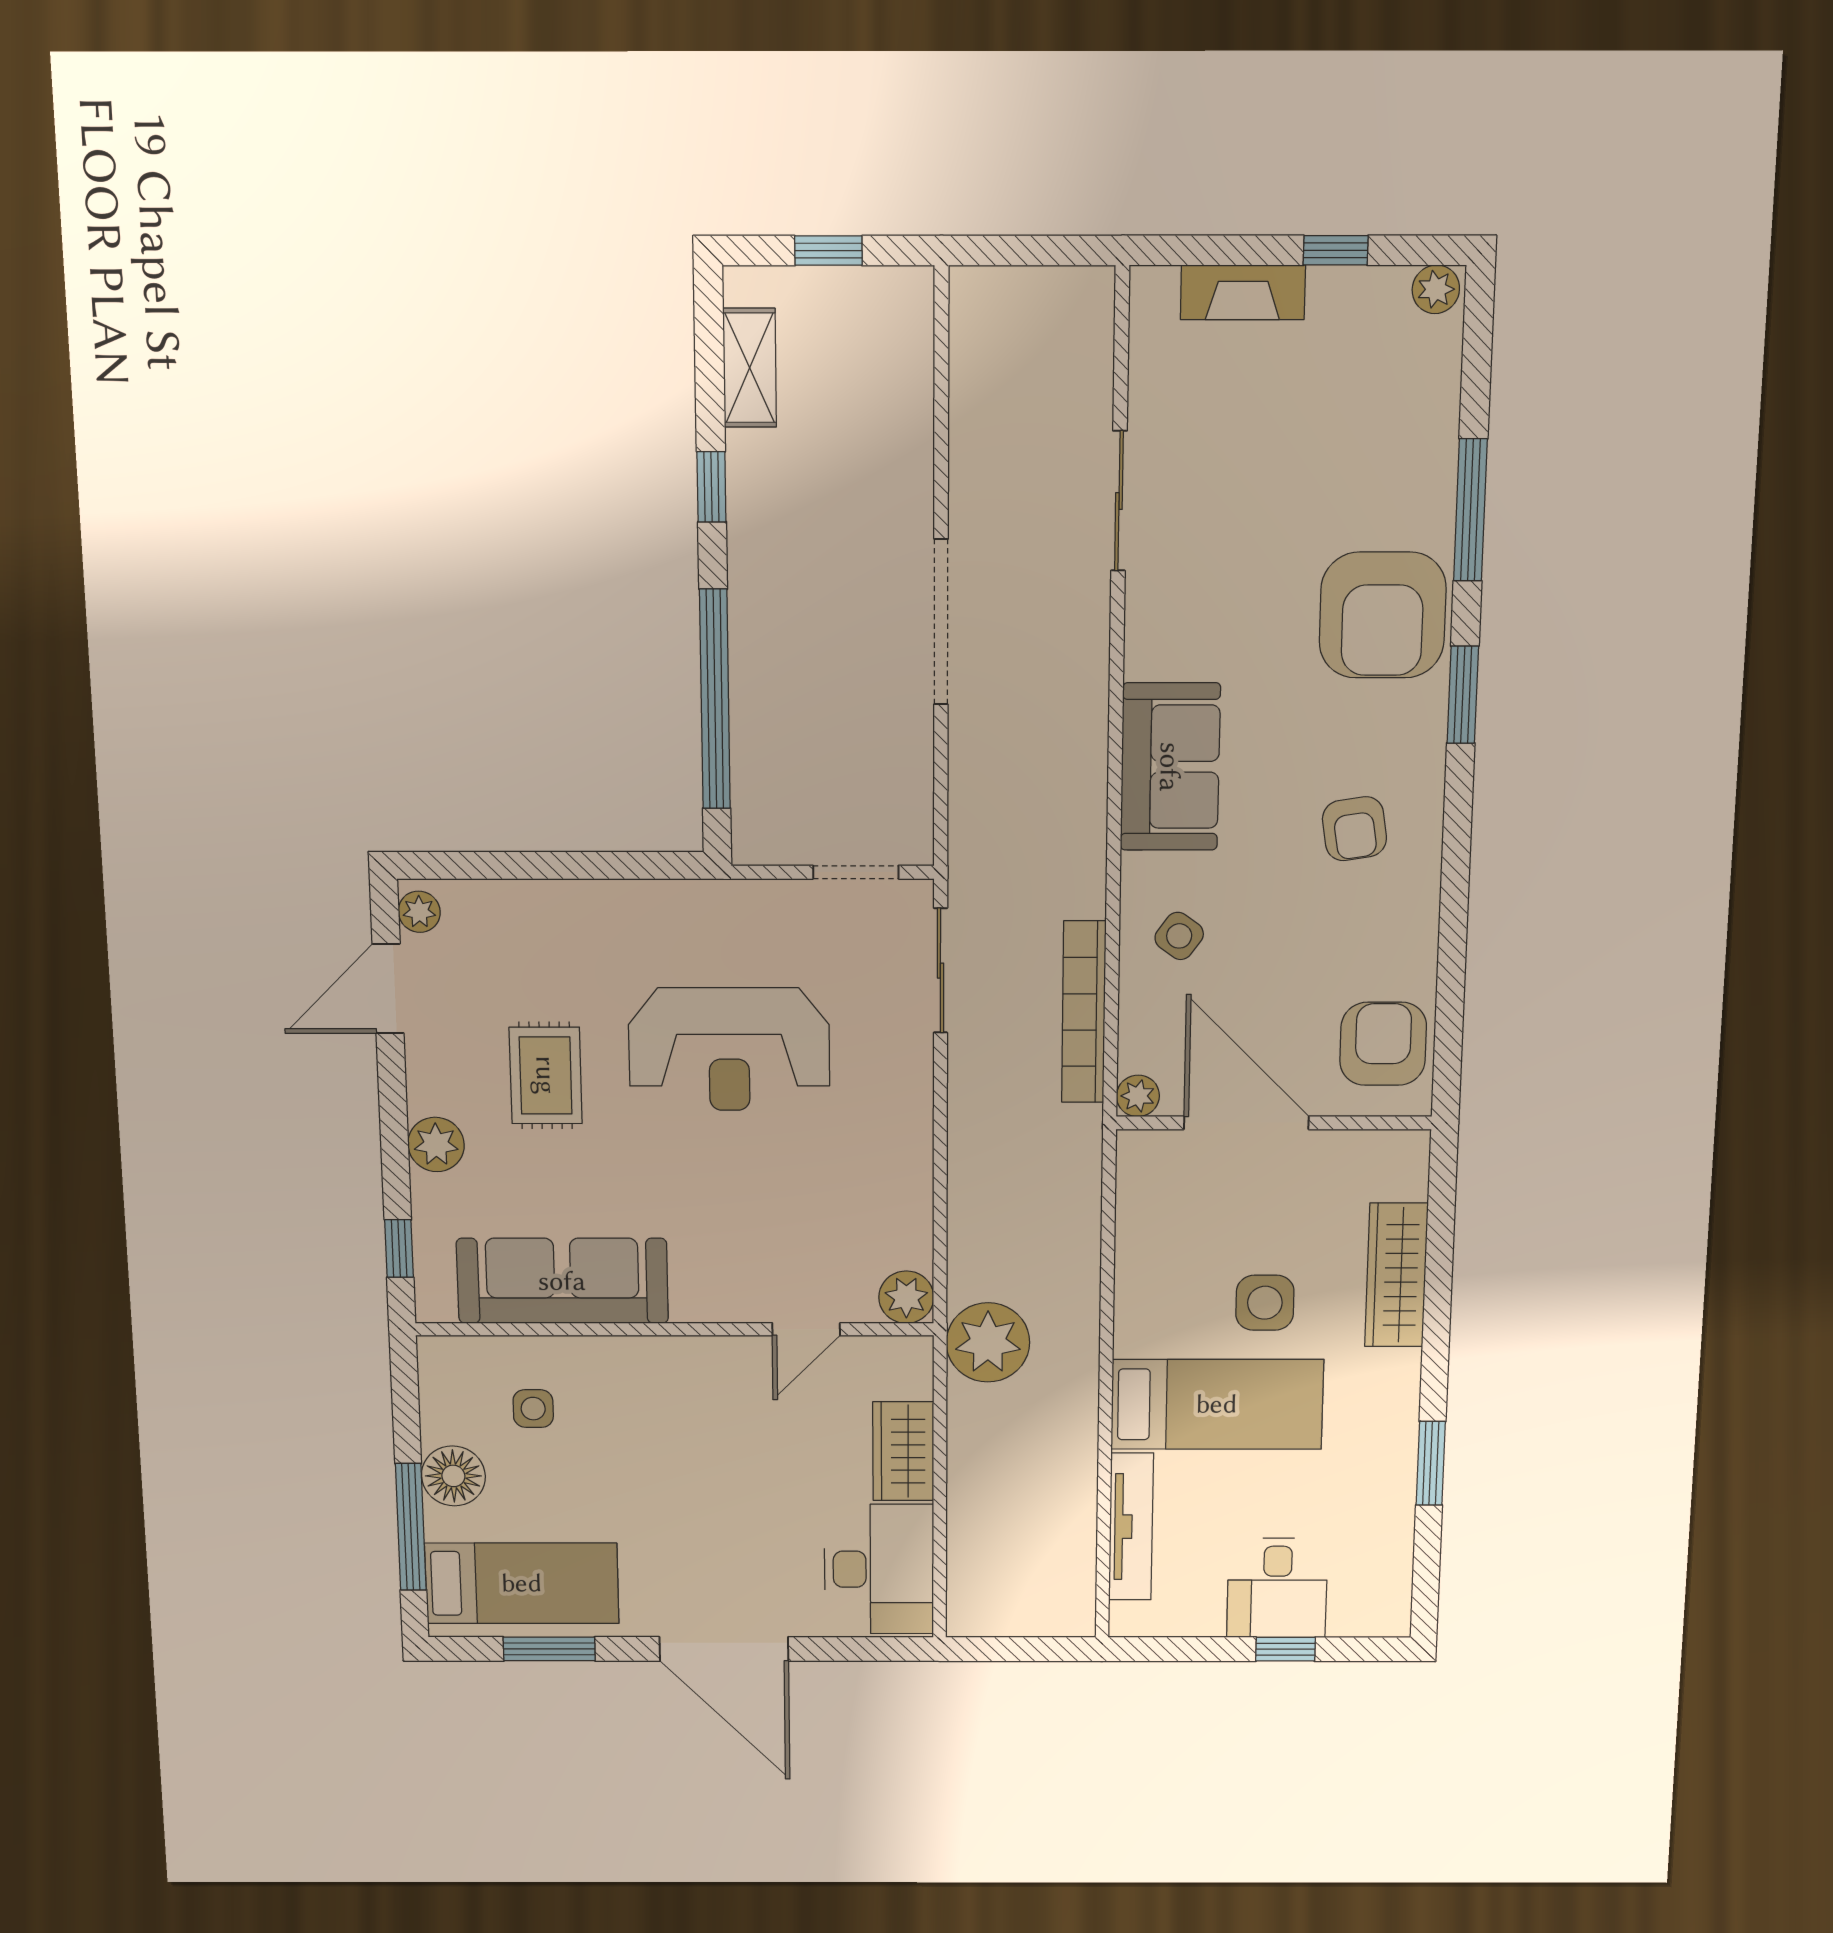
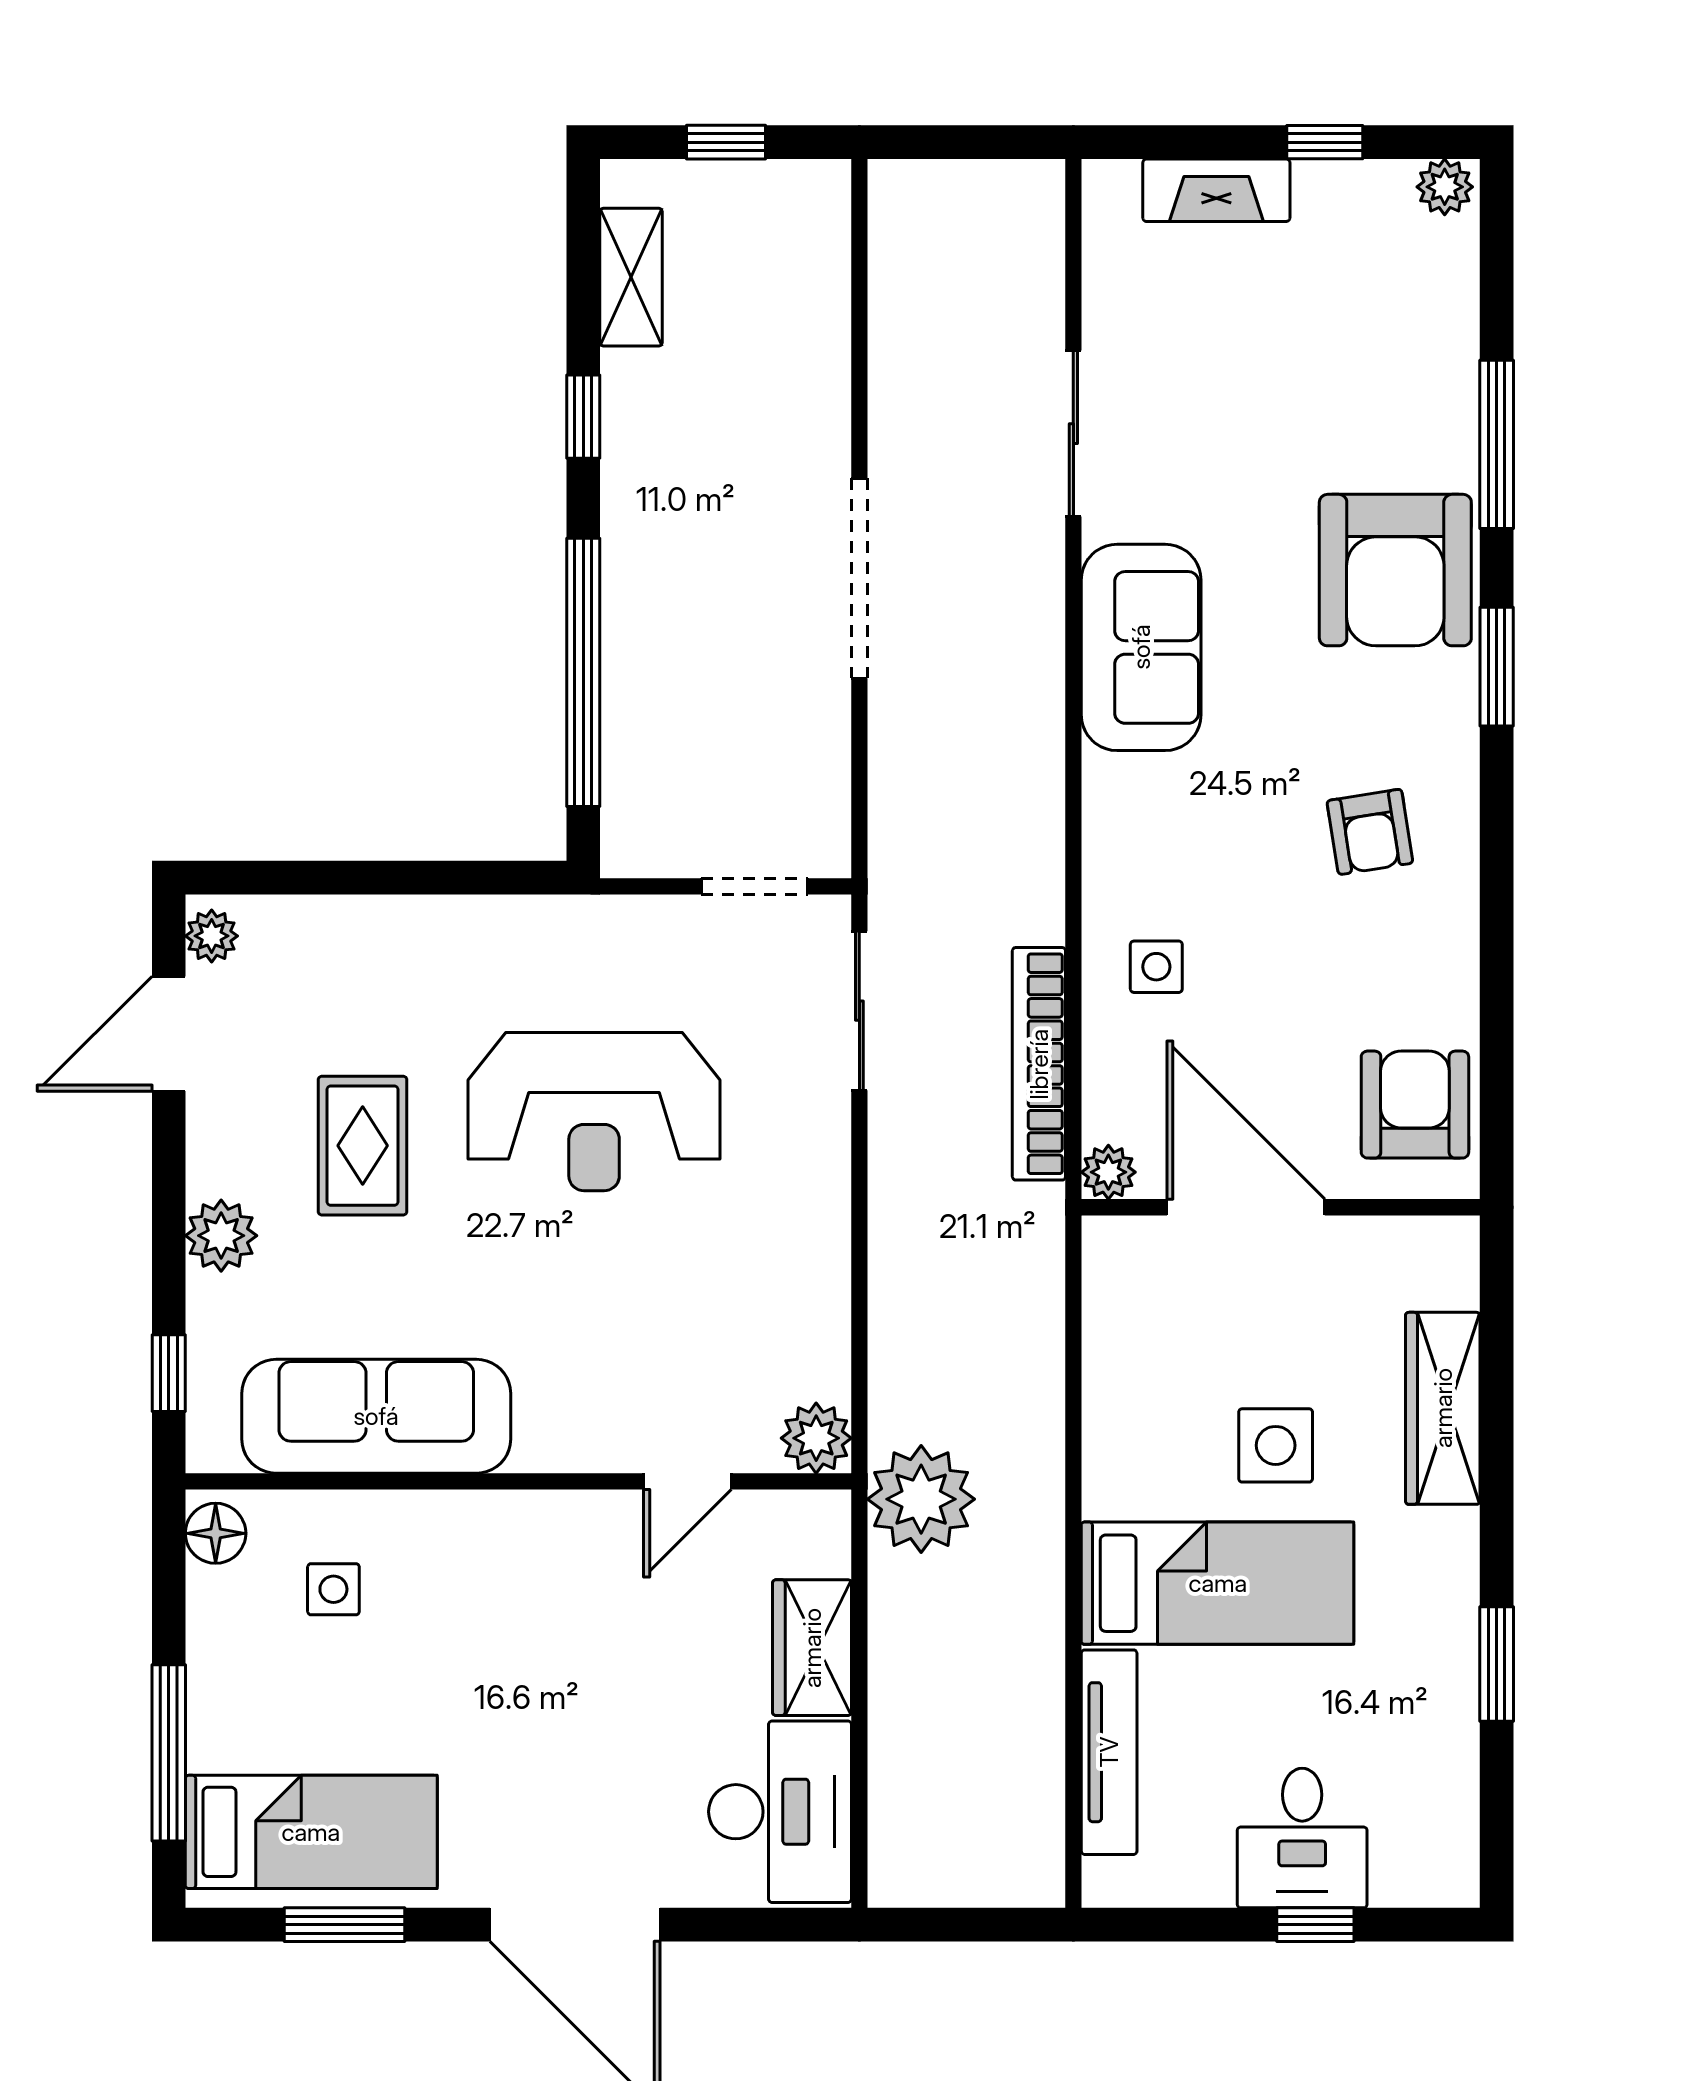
sofa: (1170, 767) -> (1141, 647), moved
side table: (1179, 936) -> (1156, 967), turned -36
floor lamp: (453, 1476) -> (216, 1533), moved, width x0.73, depth x0.73

